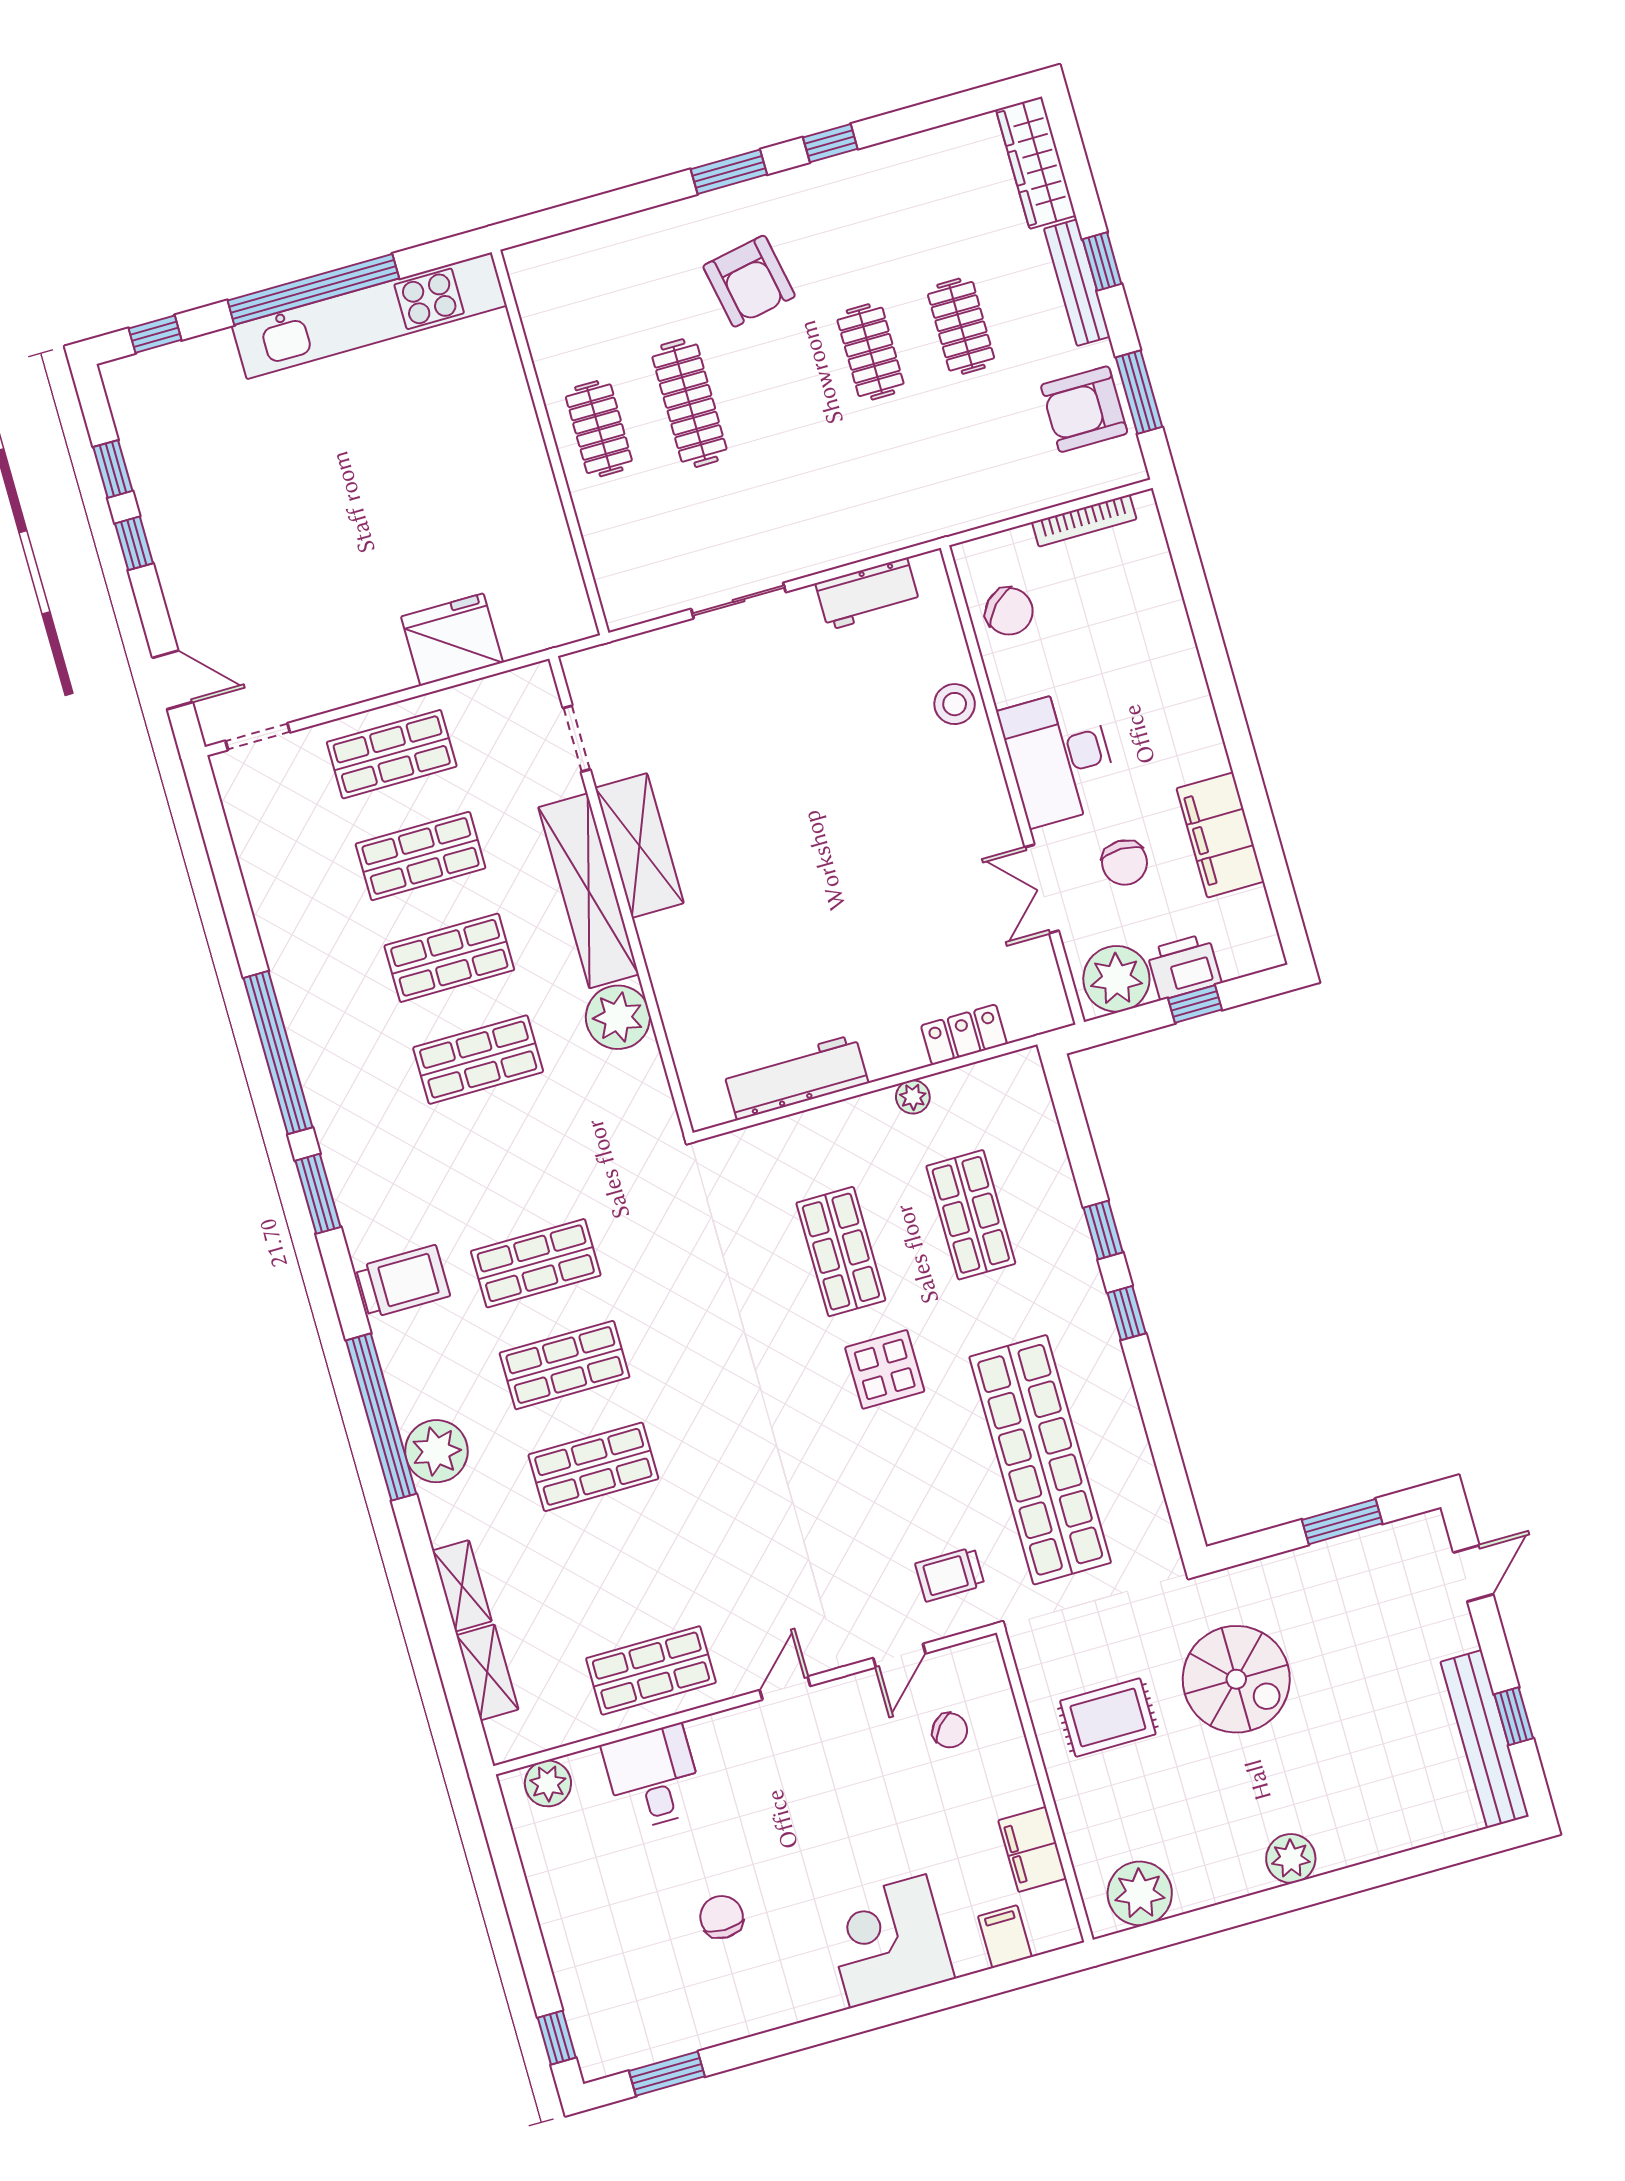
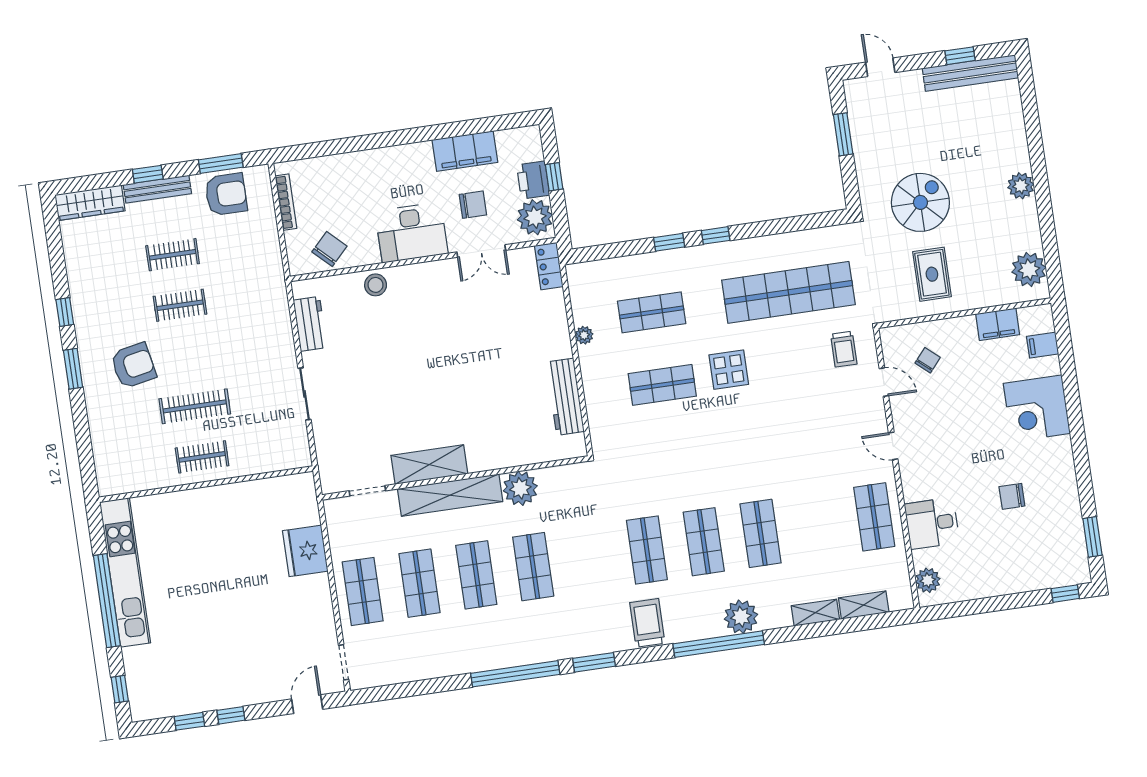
armchair: (1084, 409) -> (226, 194), turned -90
locker: (964, 1035) -> (549, 266), moved

